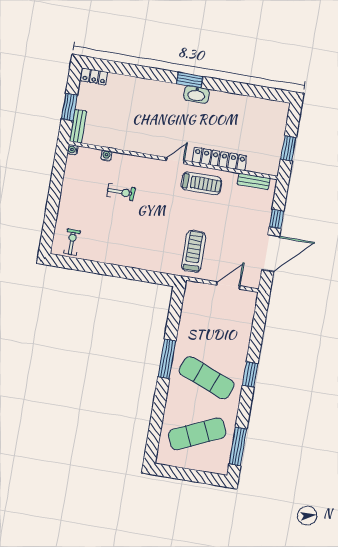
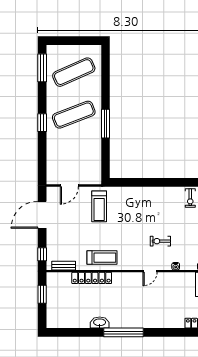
window: (190, 80) -> (124, 332), width x2.11
washbasin: (196, 95) -> (100, 323), moved
door: (175, 161) -> (150, 271), moved
treadmill: (201, 183) -> (102, 258), turned 180
window: (276, 219) -> (42, 254), moved
exercise mat: (207, 378) -> (74, 115), turned -42

